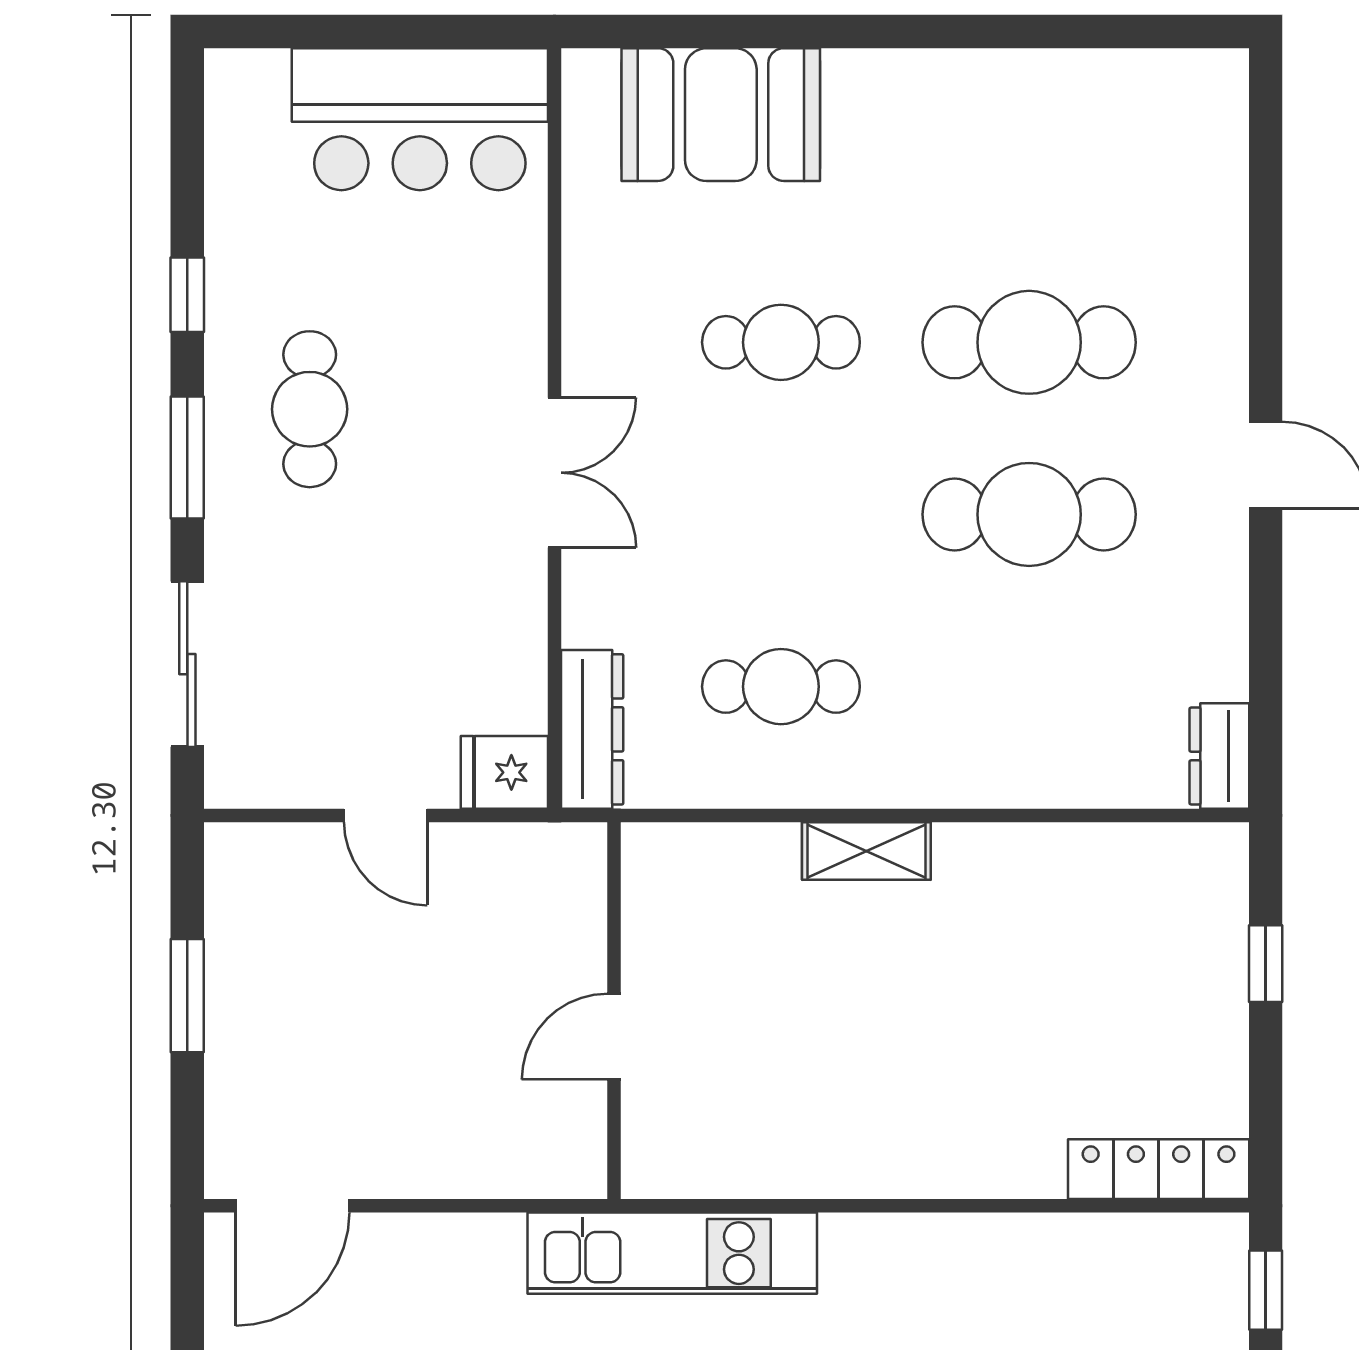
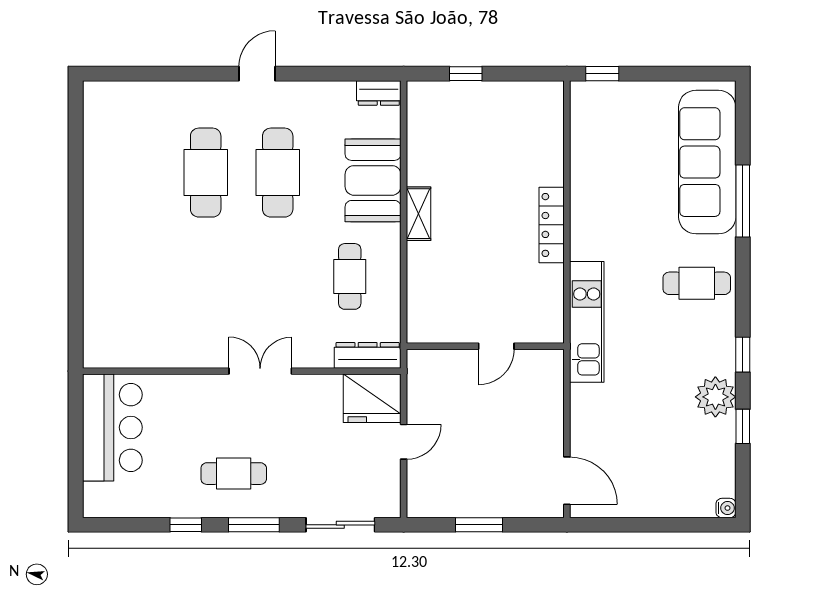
booth: (721, 115) -> (373, 180), moved
cafe table: (781, 342) -> (206, 276), removed
fridge: (504, 772) -> (372, 398), width x1.88, depth x1.34
shelving: (866, 851) -> (419, 214), moved
door: (614, 1037) -> (496, 346), hinge flipped
locker: (1159, 1169) -> (552, 225), moved

